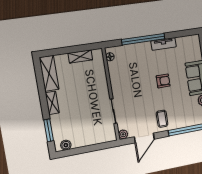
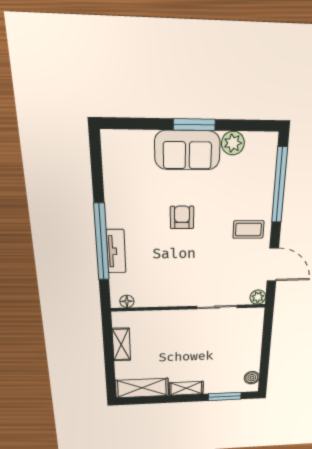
tv unit: (164, 44) -> (116, 251), moved

